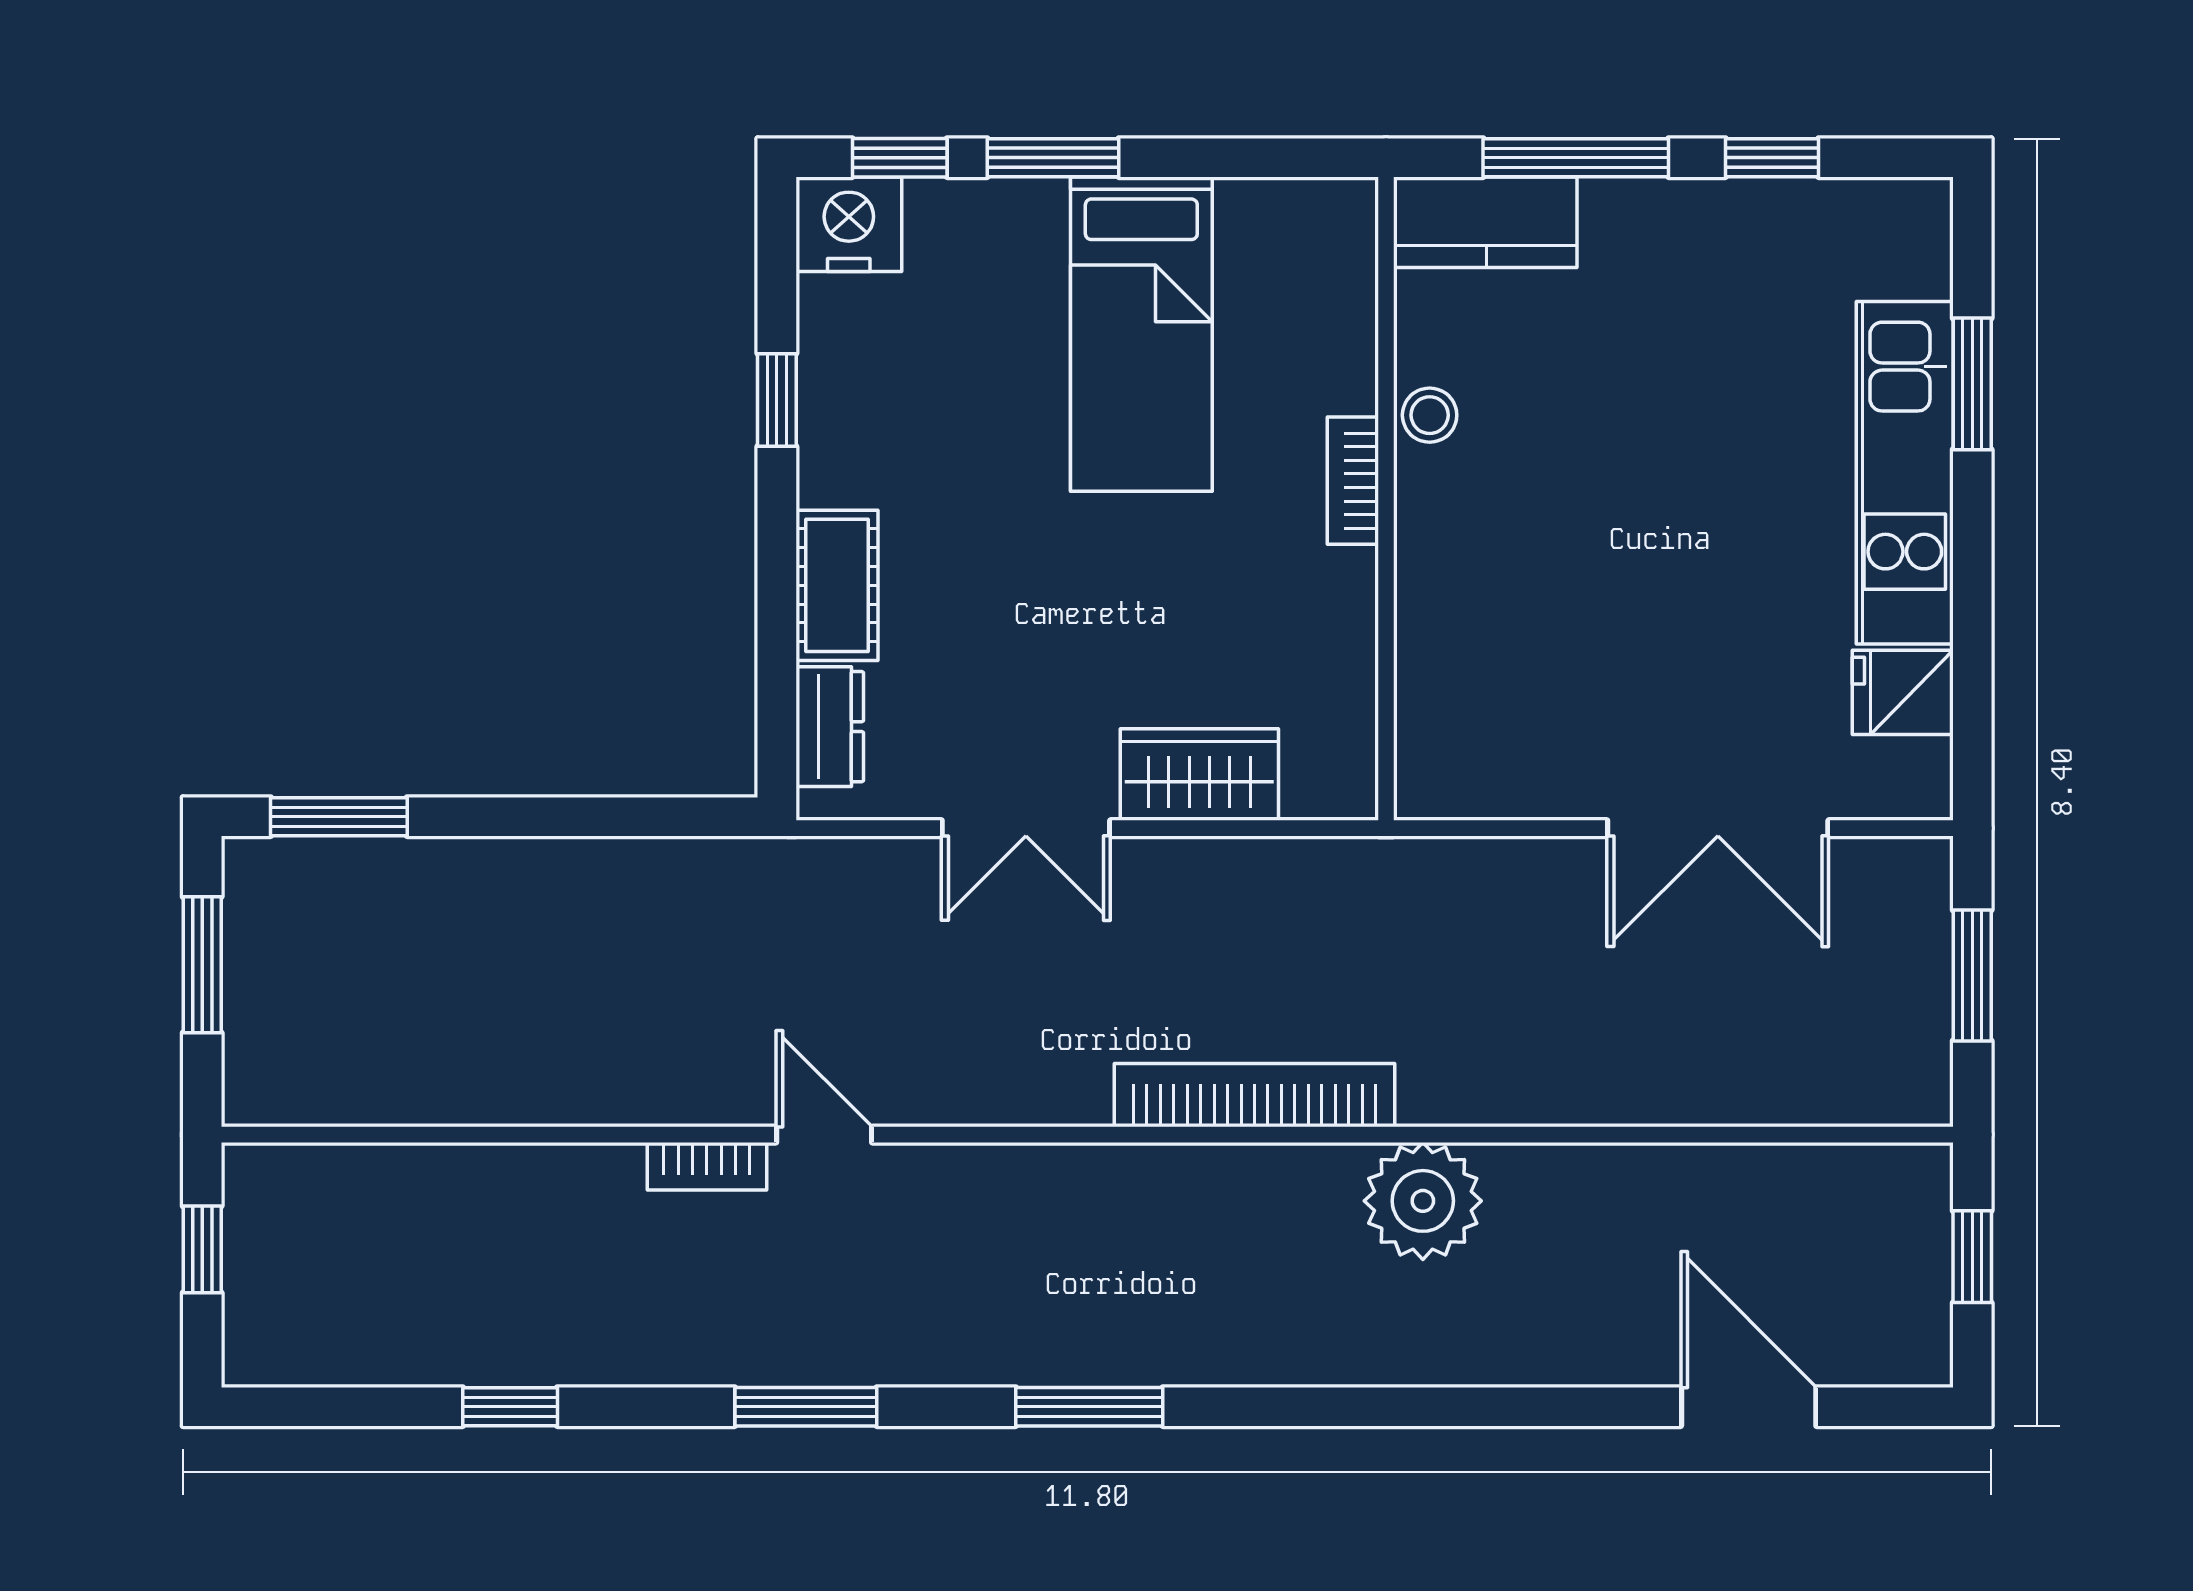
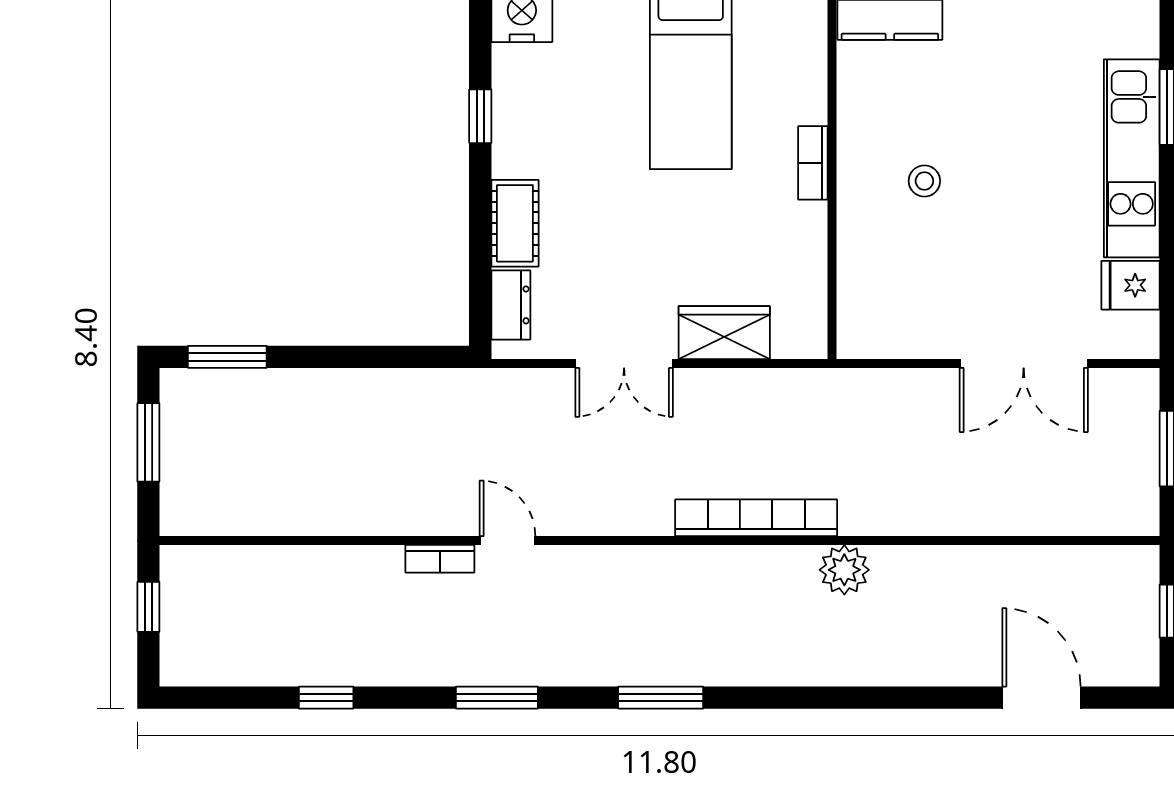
stool: (1430, 415) -> (924, 181), moved
plant: (1423, 1201) -> (844, 570), width x0.73, depth x0.73

